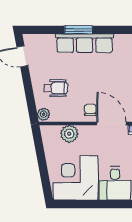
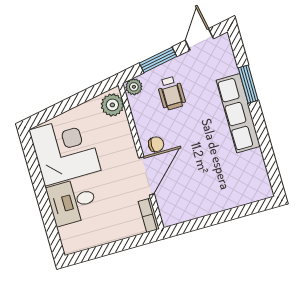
window: (79, 30) -> (248, 84), moved
window: (29, 91) -> (158, 60), added
plant: (69, 134) -> (112, 105), moved

